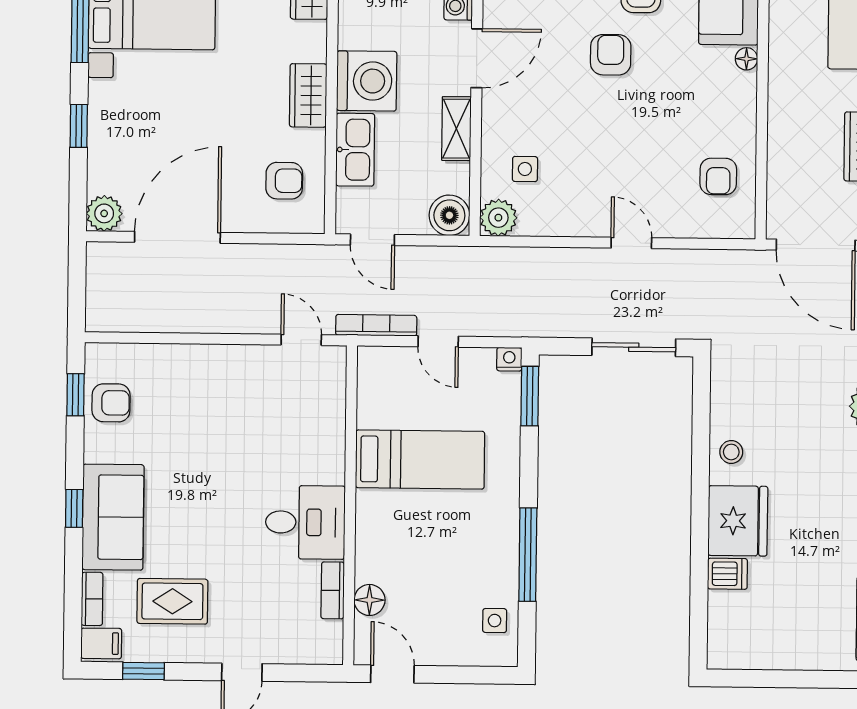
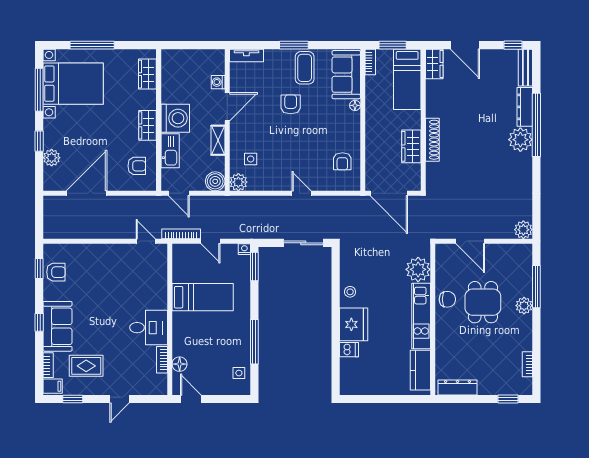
plant: (104, 213) -> (52, 158), moved

